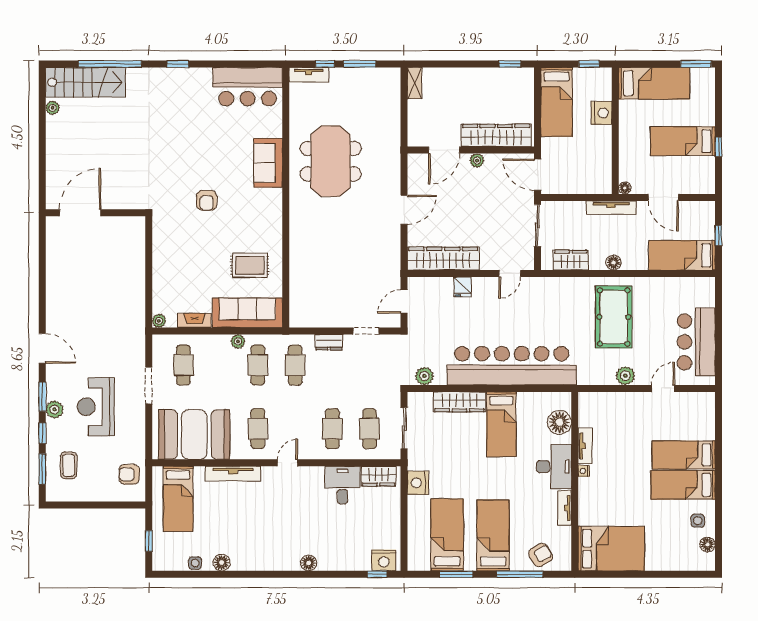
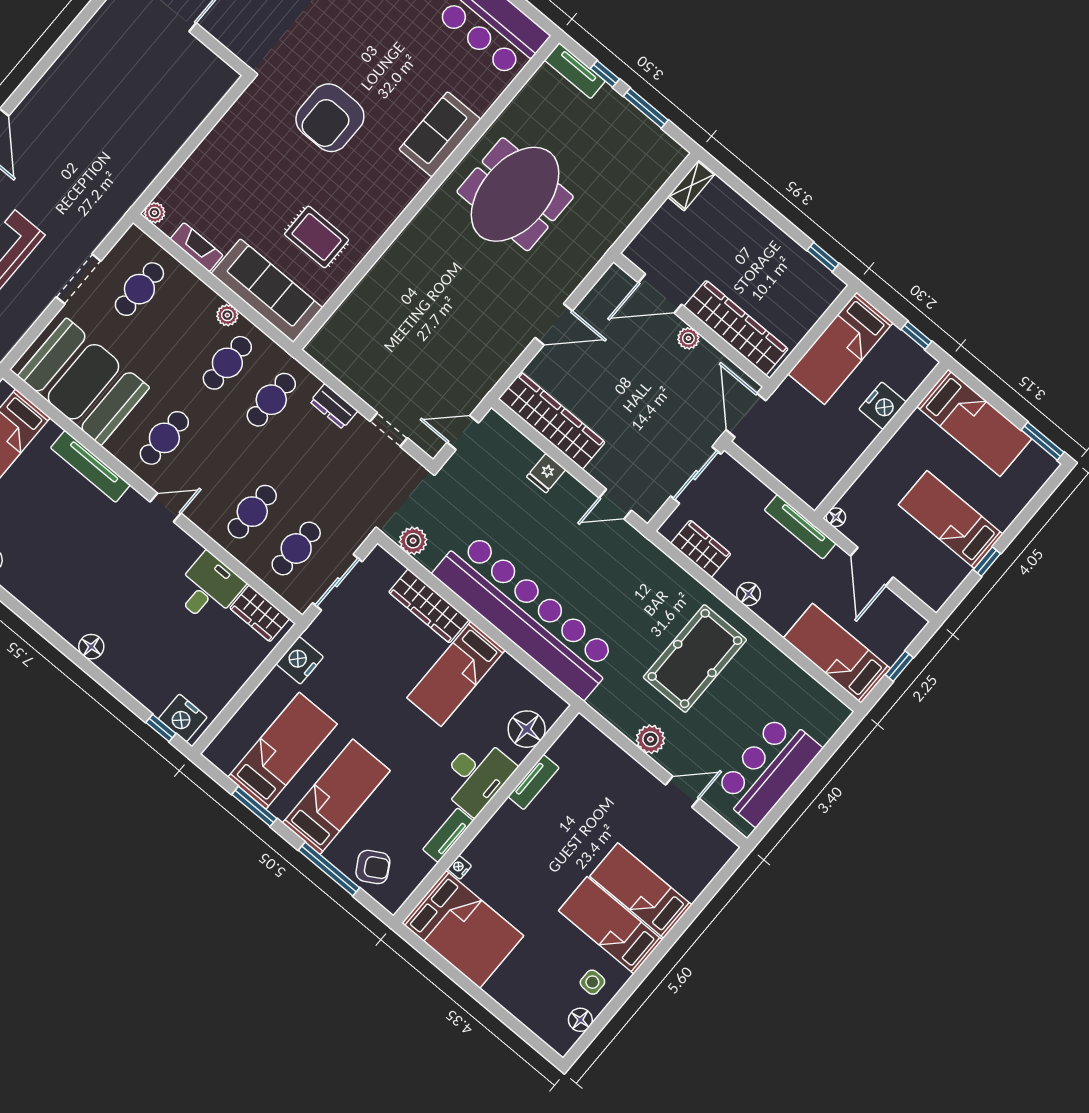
armchair: (207, 200) -> (330, 118), width x1.88, depth x1.88
nightstand: (584, 471) -> (459, 867), moved

